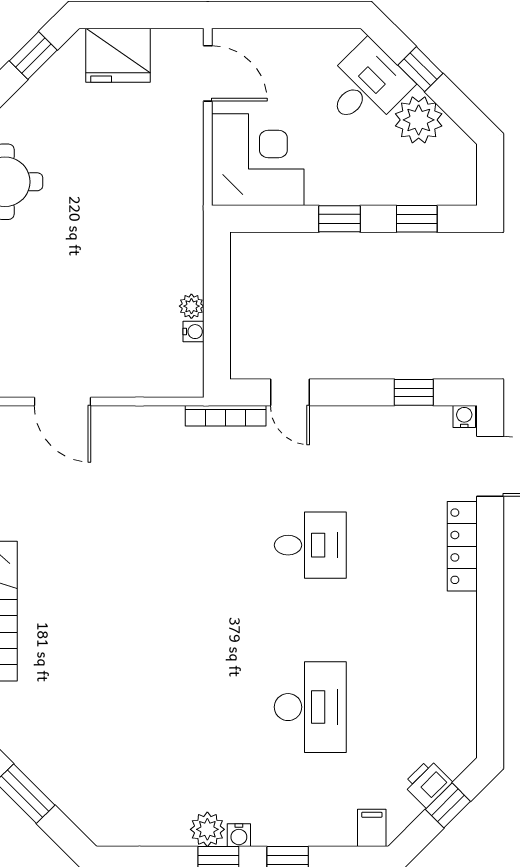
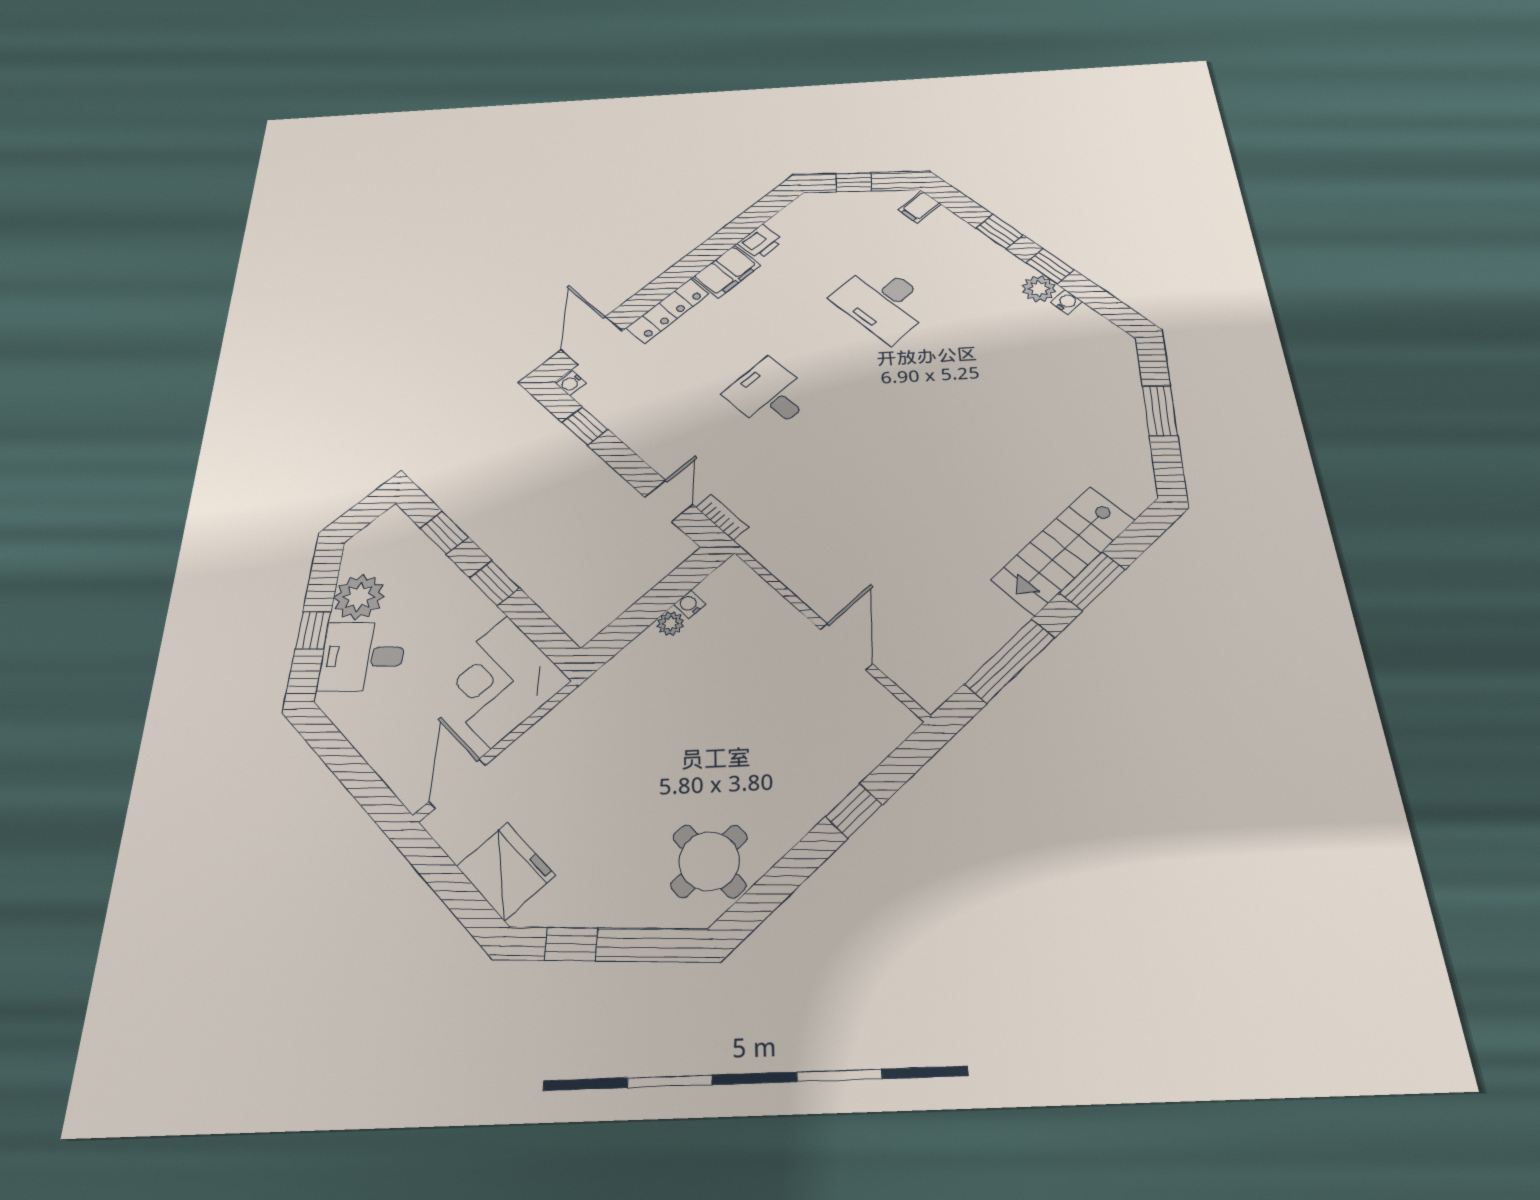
bookcase: (226, 416) -> (722, 517), width x0.64
filing cabinet: (457, 624) -> (727, 271), added
desk: (310, 707) -> (883, 302), turned -90
printer: (428, 783) -> (760, 242), moved, turned -45
water cooler: (239, 835) -> (1067, 302), moved

